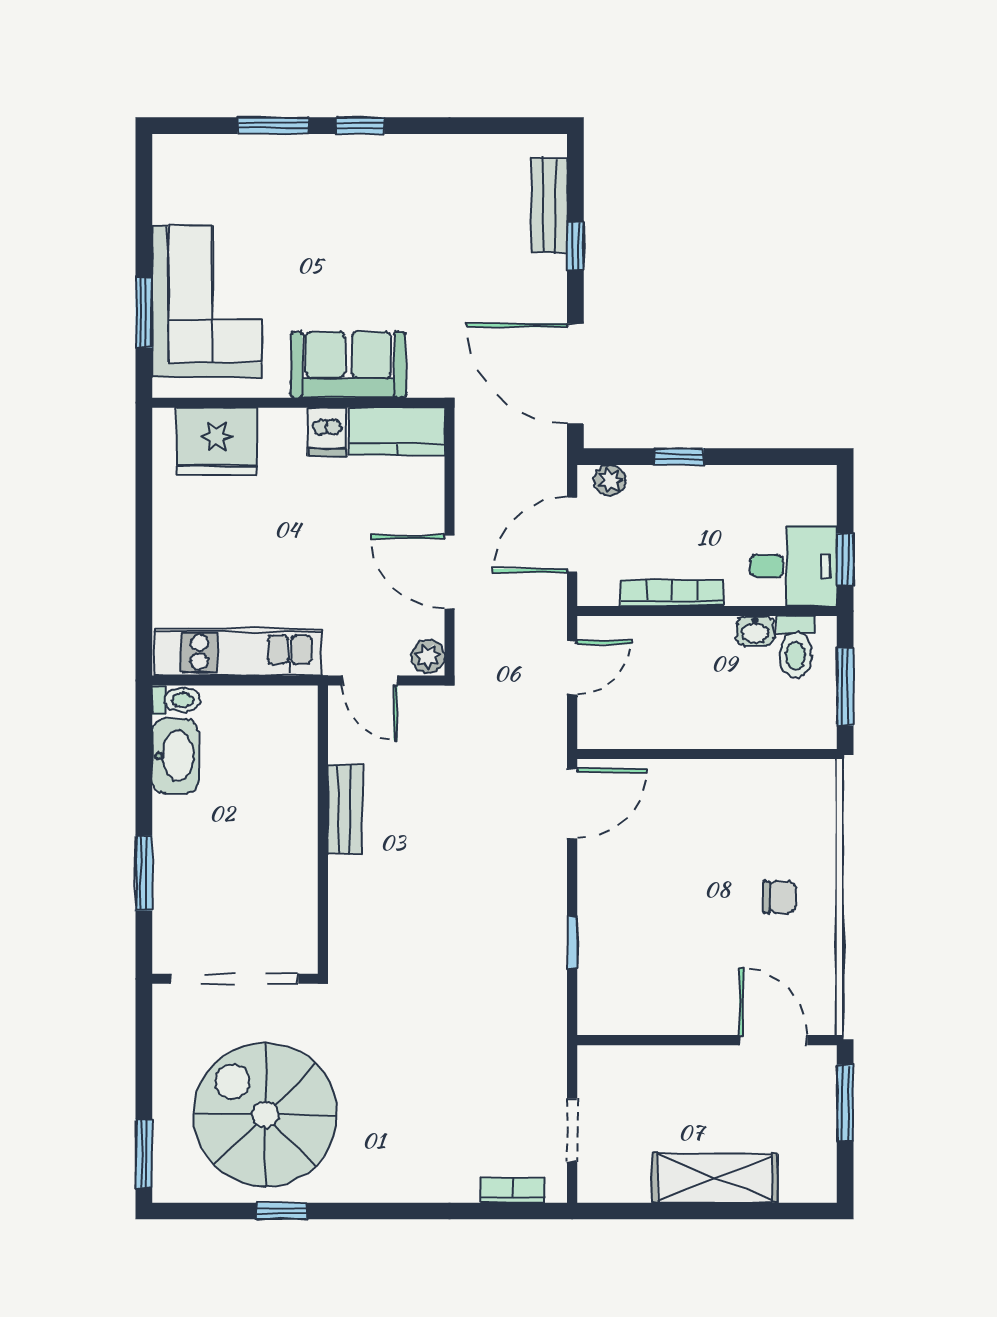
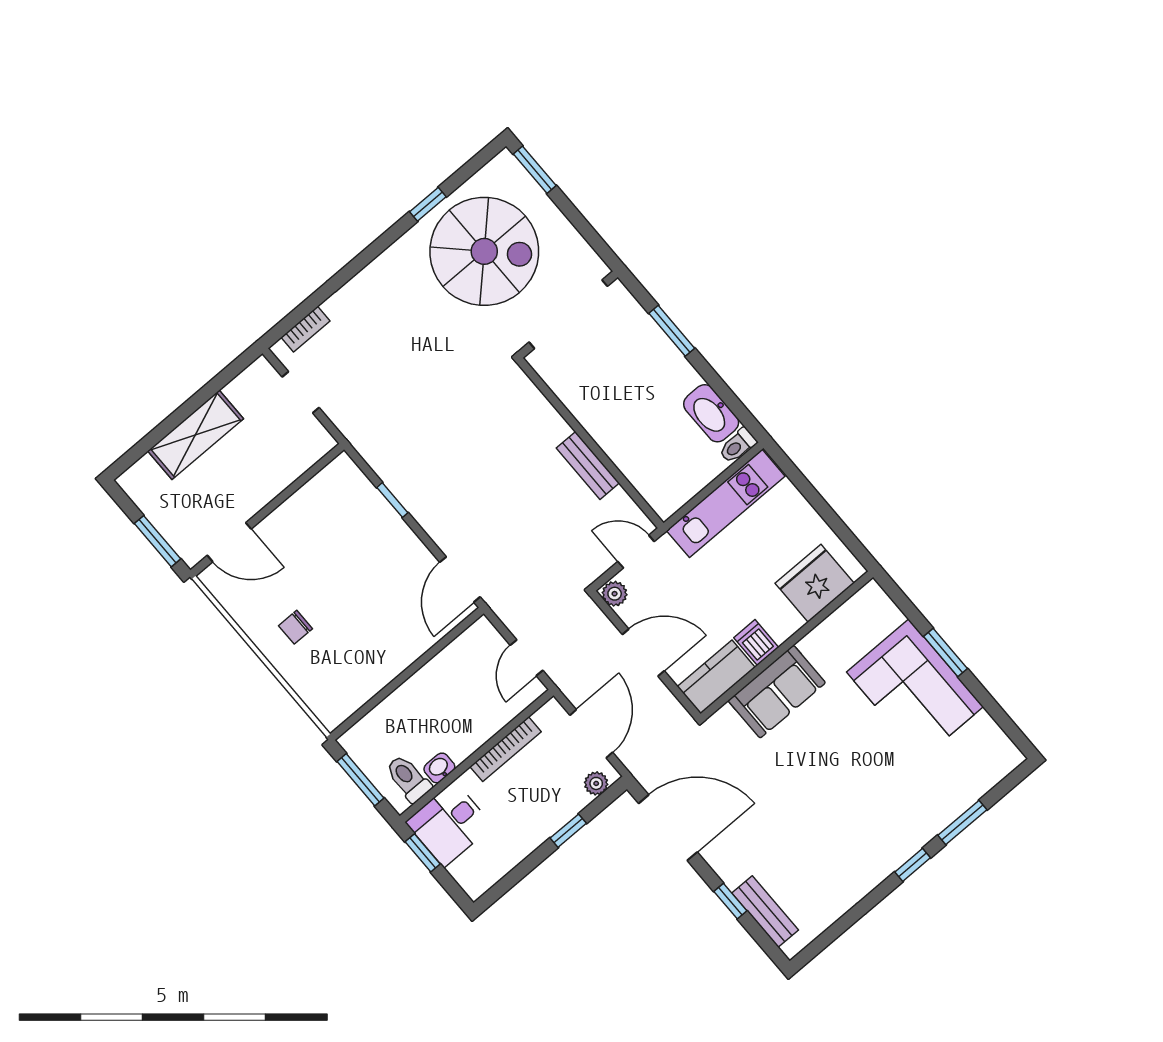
sofa: (348, 365) -> (777, 692), moved
wall: (298, 403) -> (787, 645), moved
kitchen counter: (397, 431) -> (716, 677), moved
dishwasher: (327, 432) -> (756, 643), moved
fridge: (217, 442) -> (815, 583), moved

